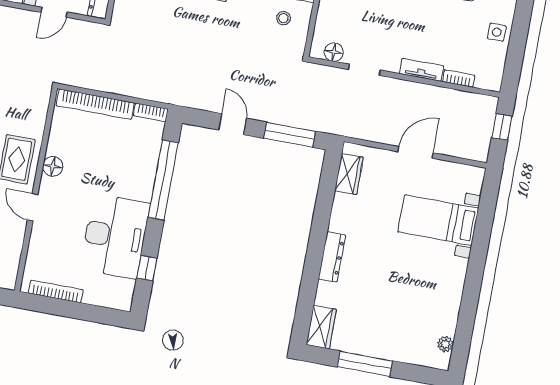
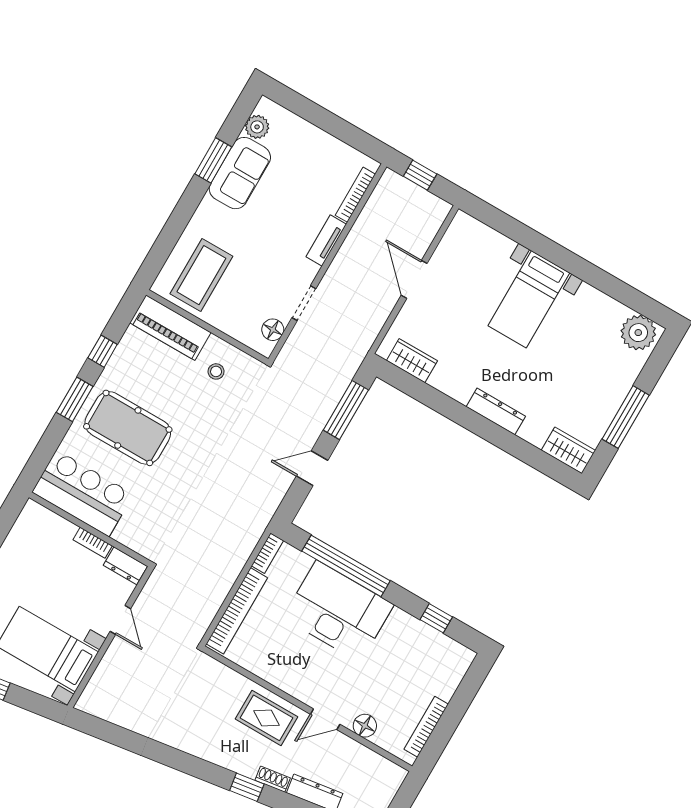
side table: (497, 32) -> (314, 144), removed
bookcase: (459, 79) -> (355, 195), width x1.56
floor lamp: (53, 166) -> (365, 726), moved
bed with nightstands: (438, 220) -> (529, 299), moved
desk: (115, 236) -> (338, 611), moved
plant: (445, 344) -> (638, 333), width x1.88, depth x1.88

